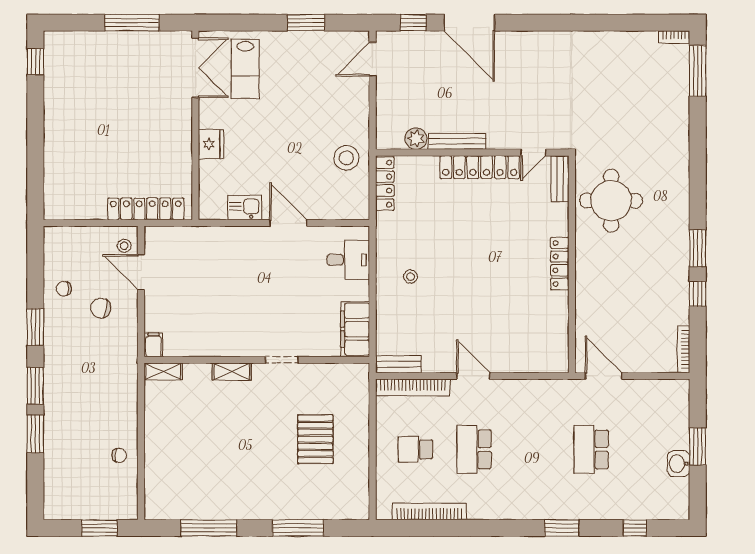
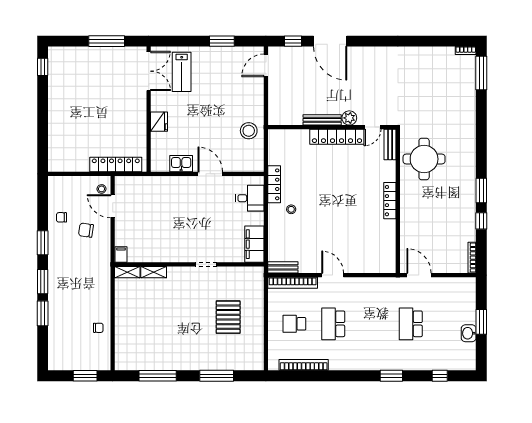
plant: (416, 139) -> (349, 118), moved
locker: (385, 184) -> (274, 184), moved
shelving: (232, 372) -> (154, 272), moved

